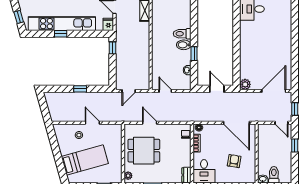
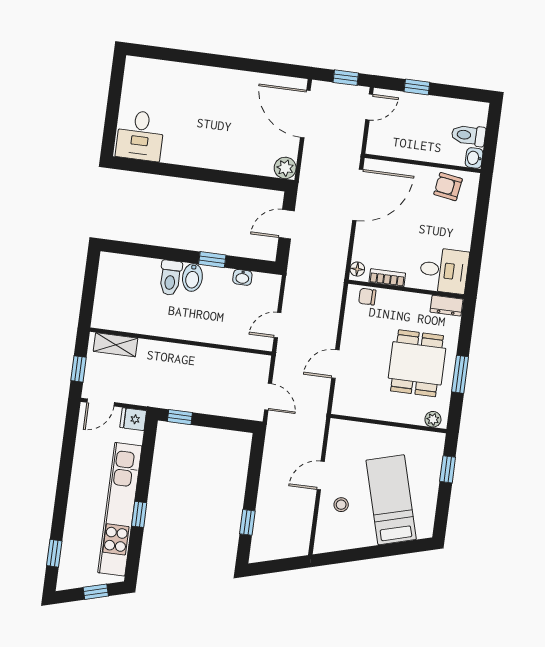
window: (80, 89) -> (247, 522), moved
dining table: (144, 151) -> (417, 363), moved
armchair: (234, 161) -> (448, 187), moved

